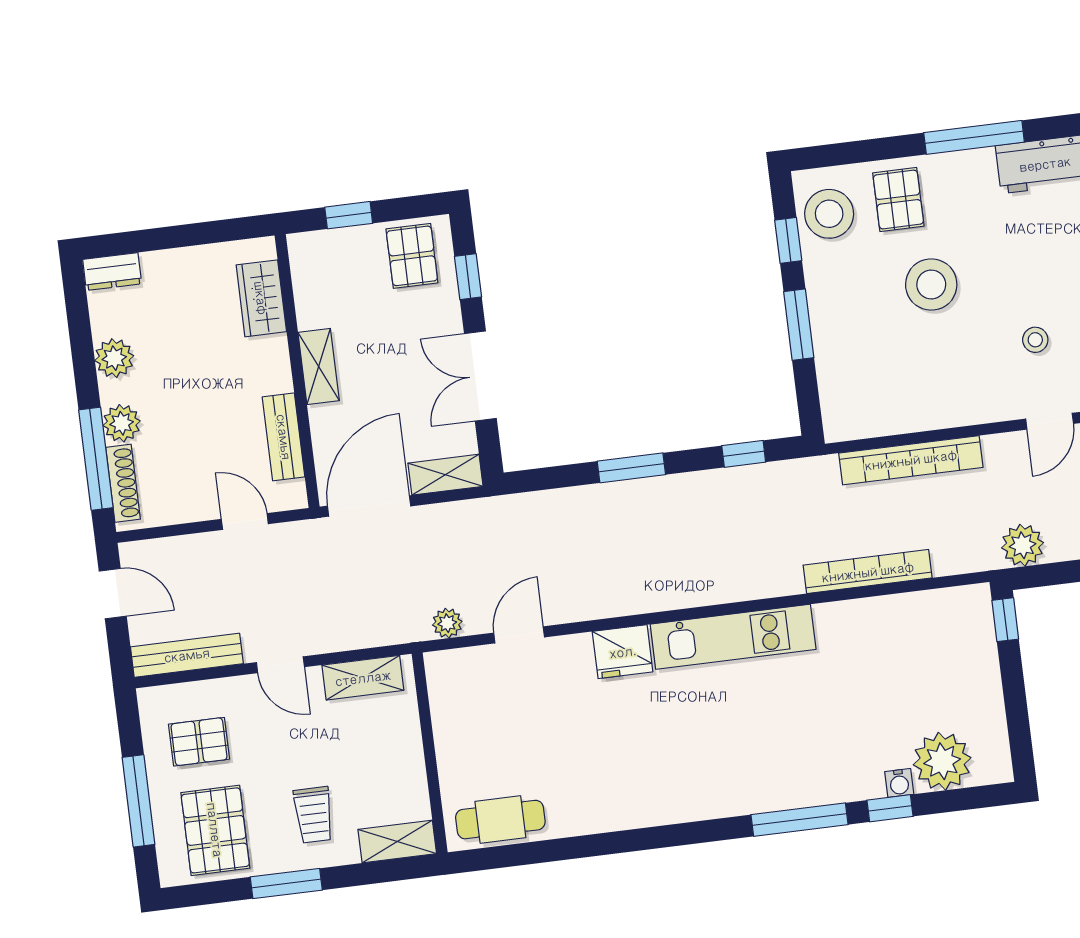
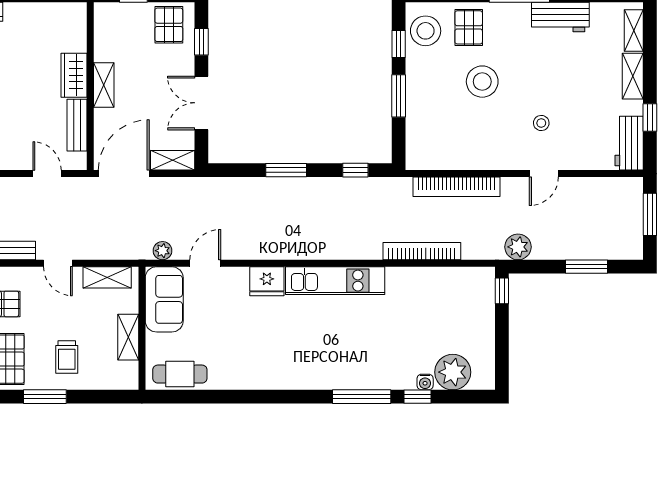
wardrobe: (261, 298) -> (74, 75), moved
sofa: (460, 702) -> (164, 299), added
shelving: (397, 842) -> (128, 337), moved, turned 90

